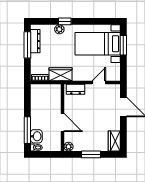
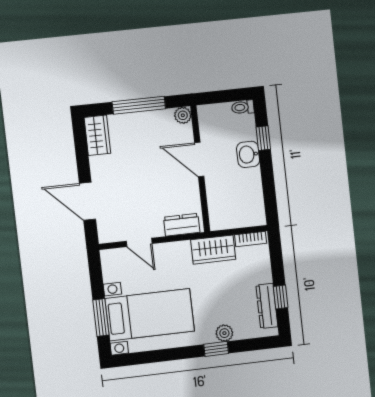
window: (27, 45) -> (281, 297), width x0.46
door: (99, 82) -> (139, 242), hinge flipped
window: (27, 130) -> (263, 138), width x0.46
washbasin: (36, 136) -> (248, 154), moved
window: (91, 154) -> (139, 105), width x1.44

